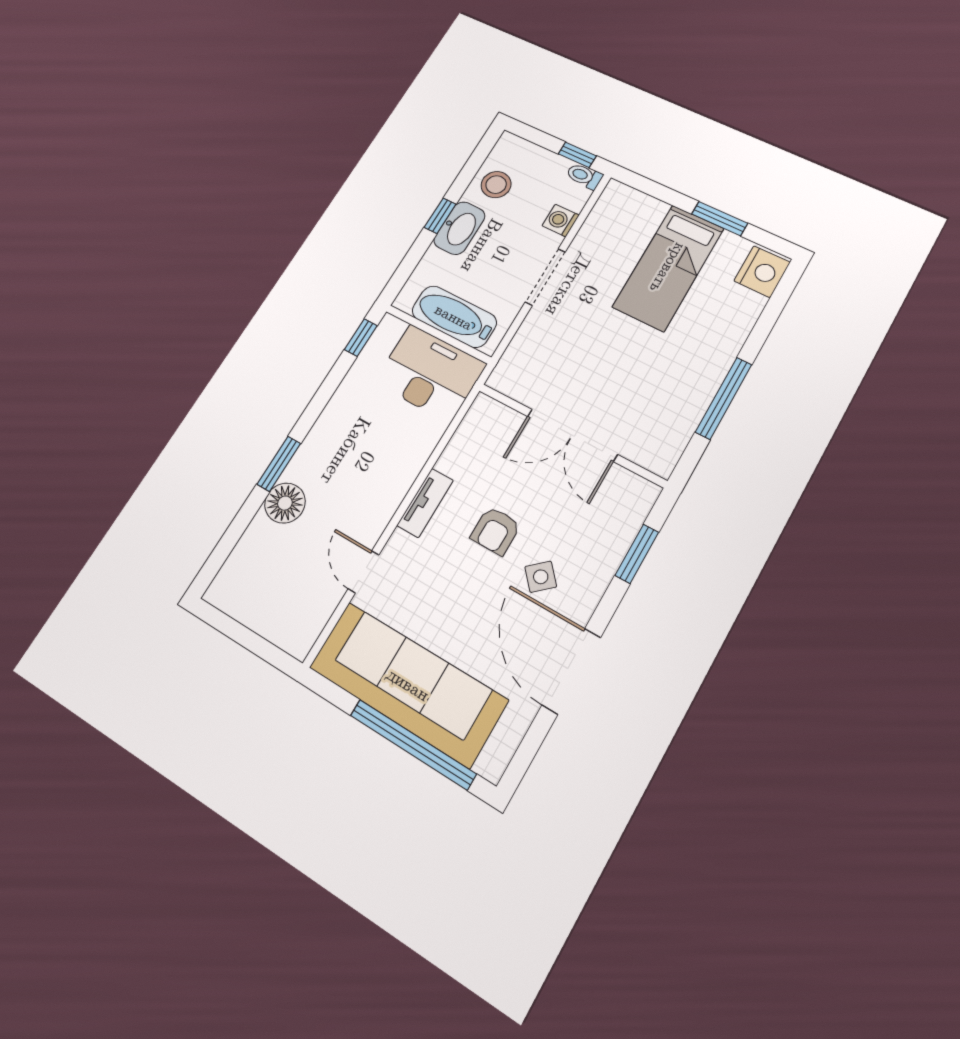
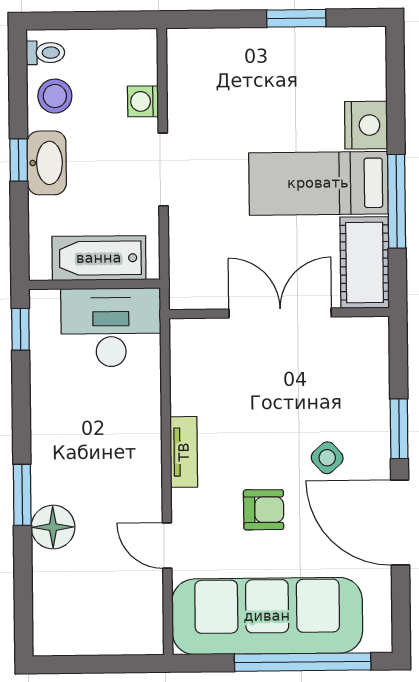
window: (577, 155) -> (118, 20), removed
toilet: (584, 176) -> (45, 53), moved, turned 180
bed: (668, 268) -> (318, 183), moved, turned 90
nightstand: (762, 272) -> (366, 125), moved
cot: (668, 433) -> (365, 262), added
double door: (572, 435) -> (280, 313), swing flipped
armchair: (496, 531) -> (264, 510), moved, turned -90
window: (637, 554) -> (399, 429), moved

